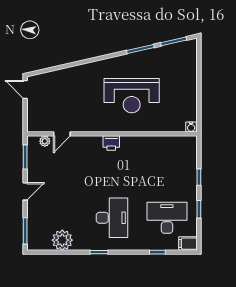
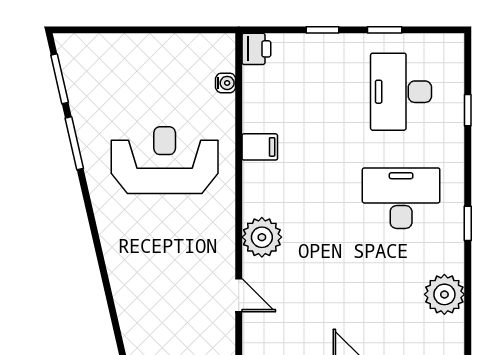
reception desk: (132, 96) -> (165, 160), turned -90
water cooler: (191, 127) -> (226, 83), moved
plant: (45, 141) -> (262, 237), moved, width x1.88, depth x1.88
printer: (111, 143) -> (256, 49), moved
filing cabinet: (188, 244) -> (260, 147), moved, turned -90

